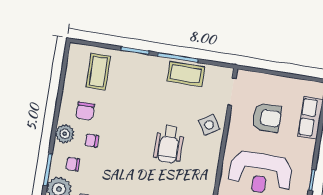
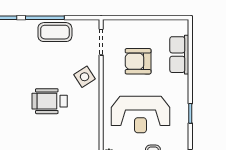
armchair: (267, 118) -> (138, 61), turned 180
wheelchair: (169, 144) -> (50, 101), turned 90

